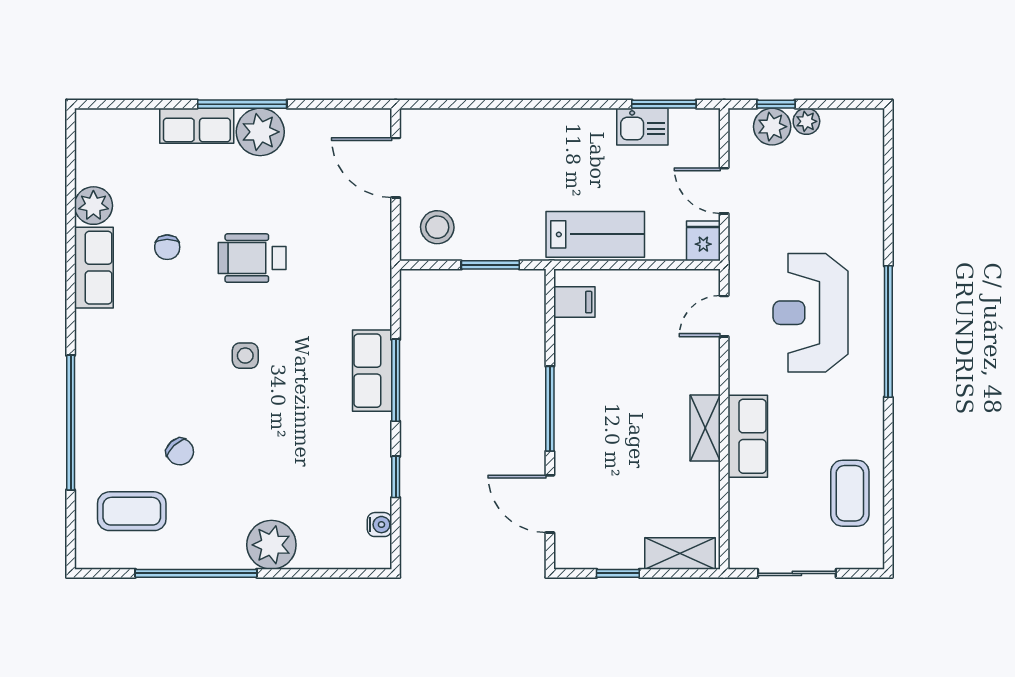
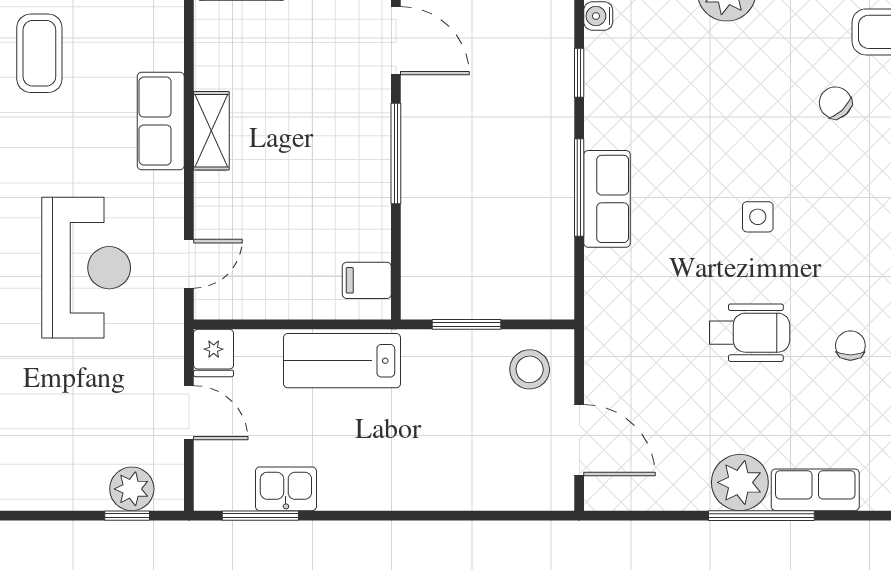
plant: (806, 121) -> (91, 495), removed

